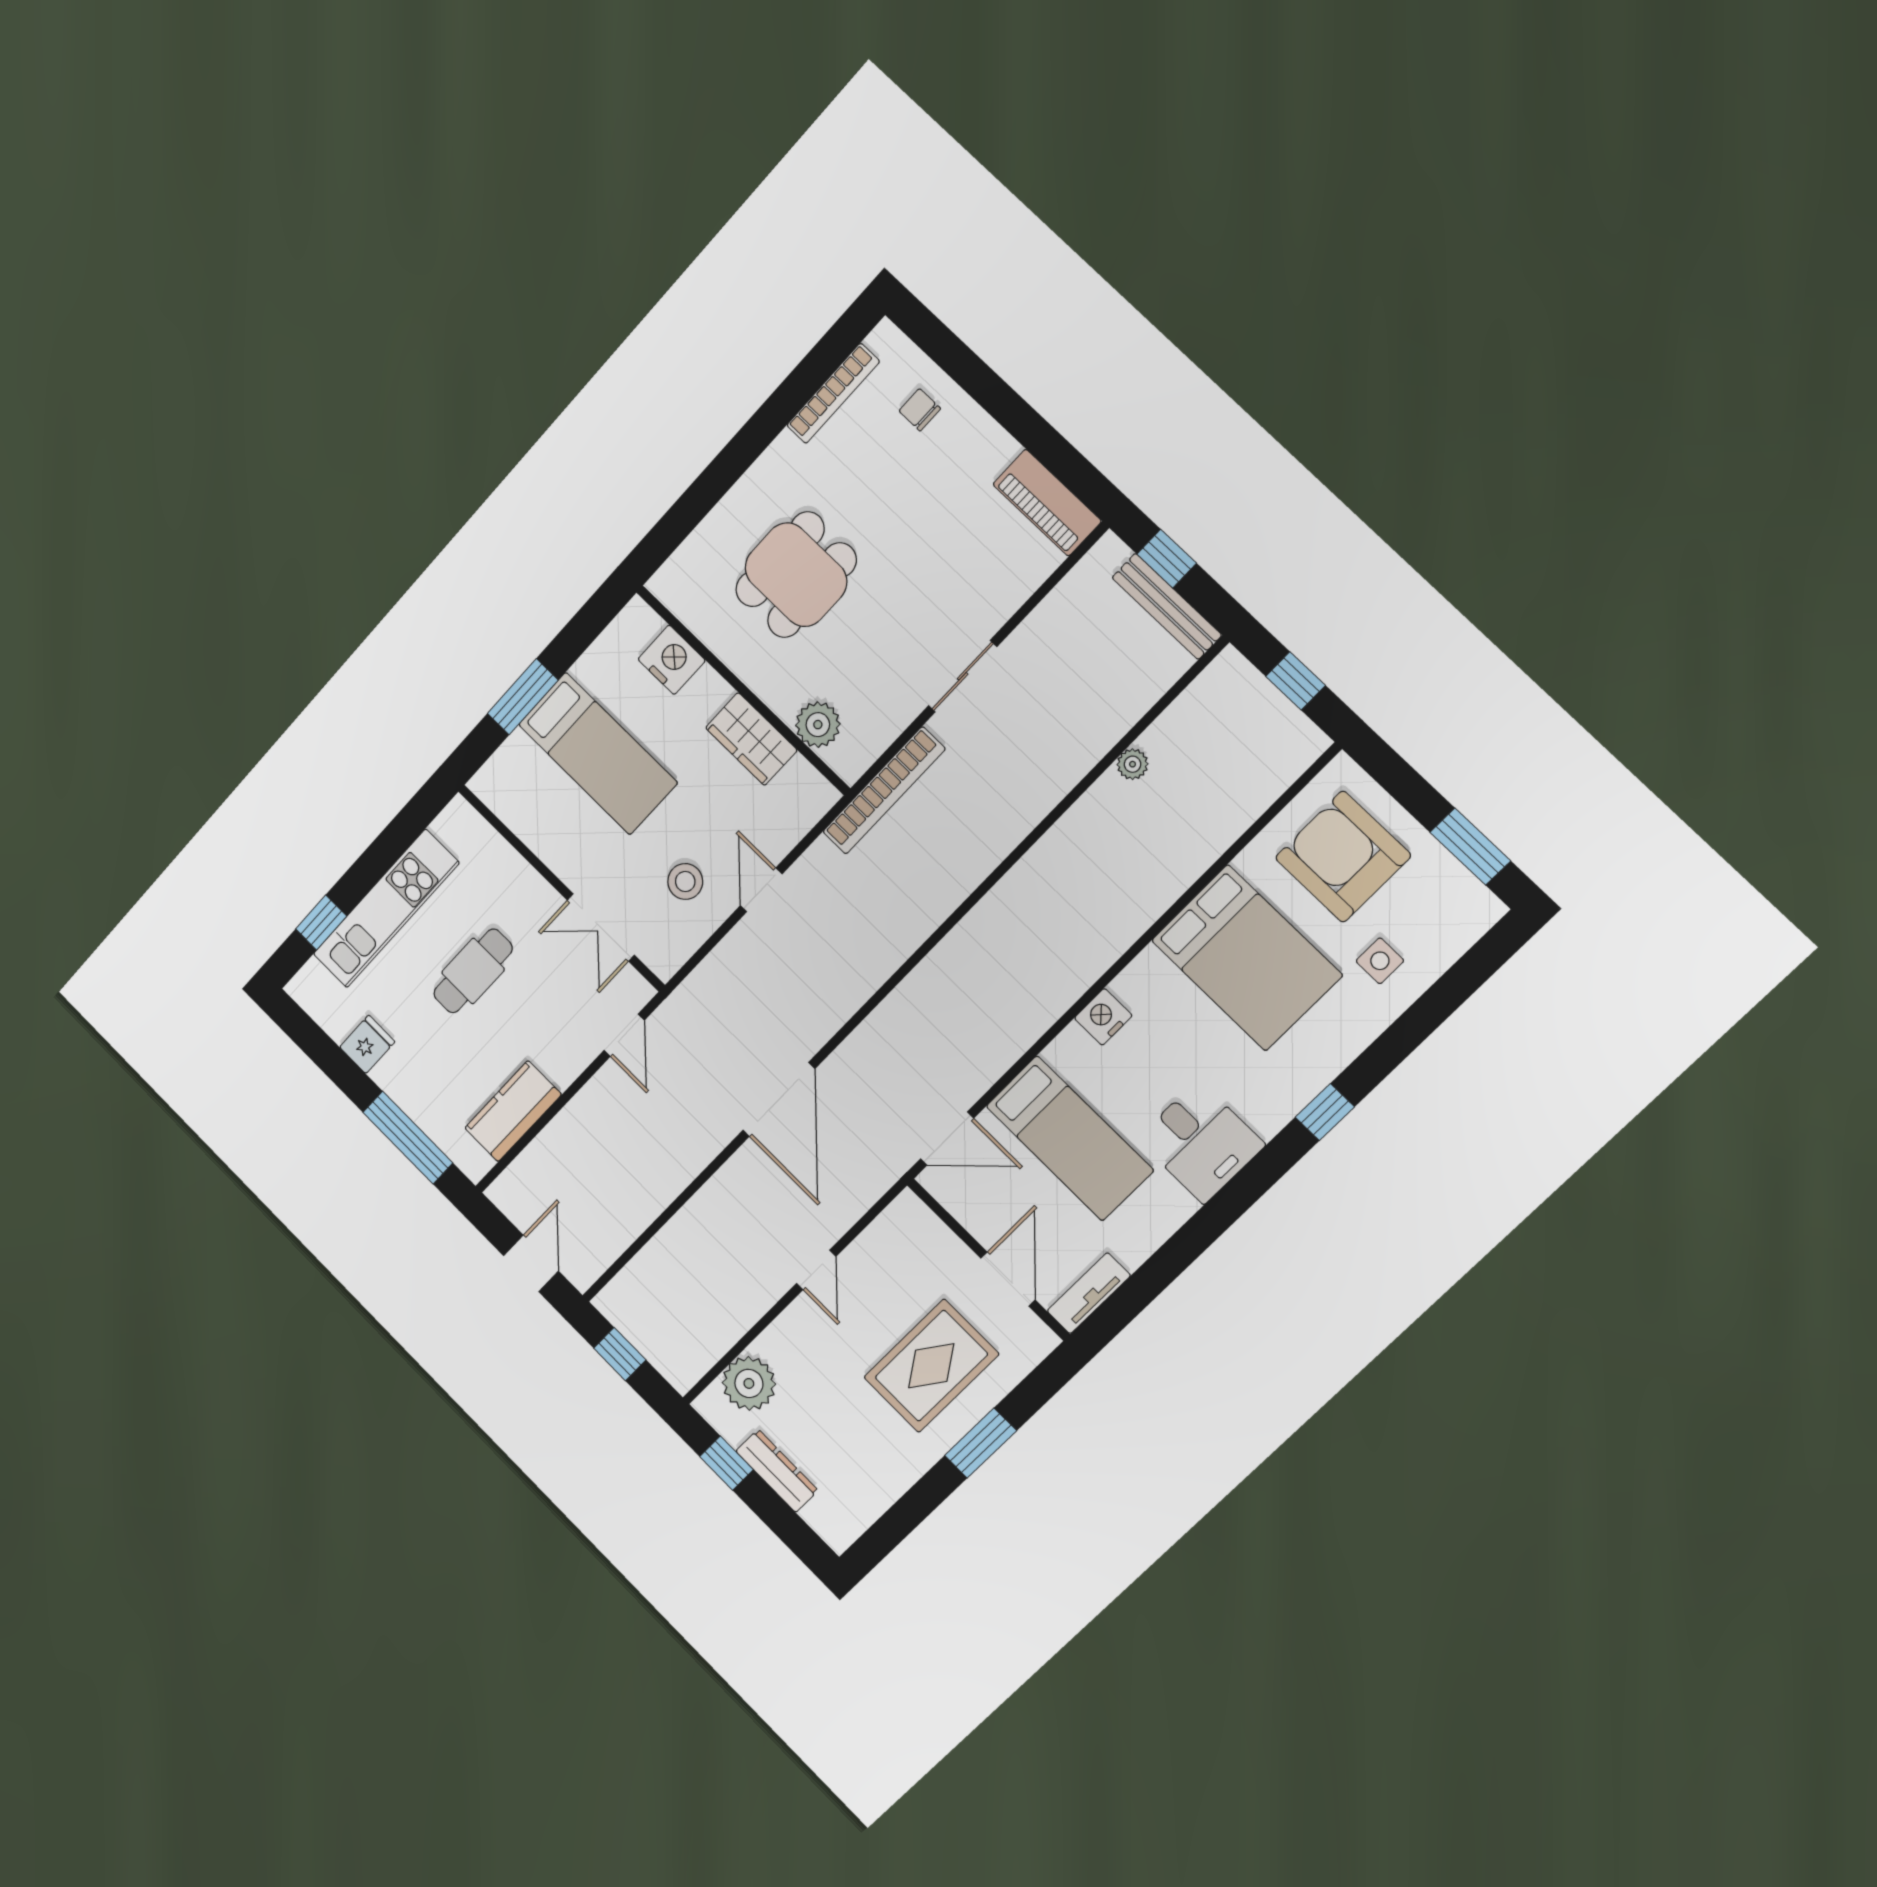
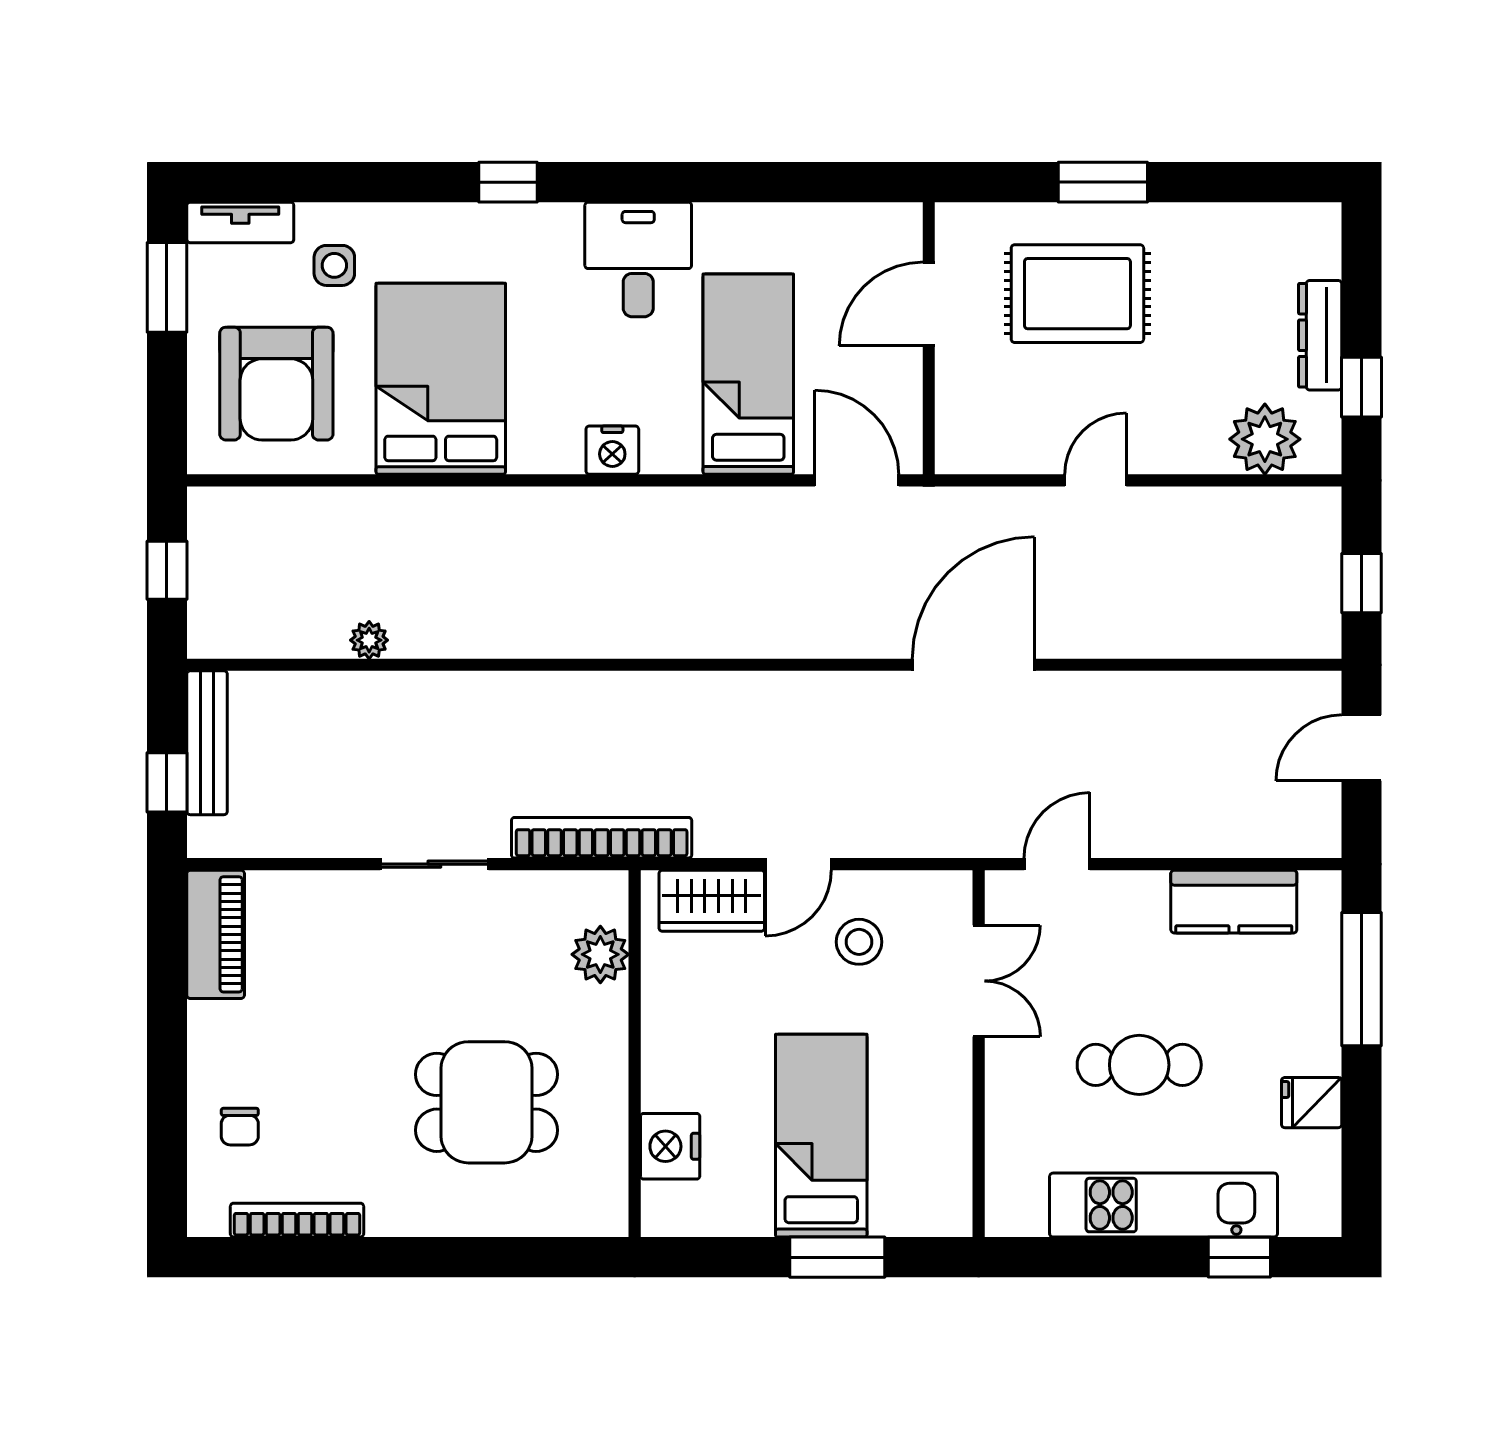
wardrobe: (751, 739) -> (712, 901), moved, turned 90
tv unit: (1089, 1293) -> (240, 222), moved

